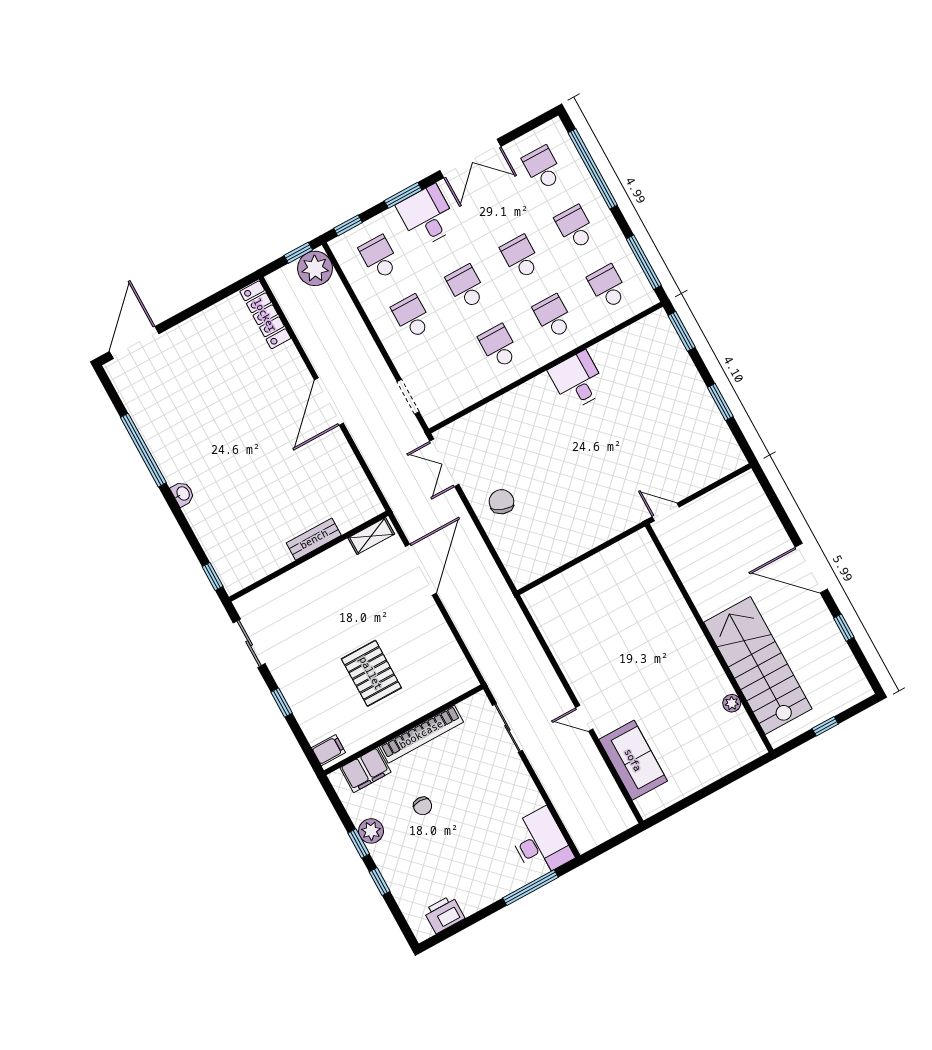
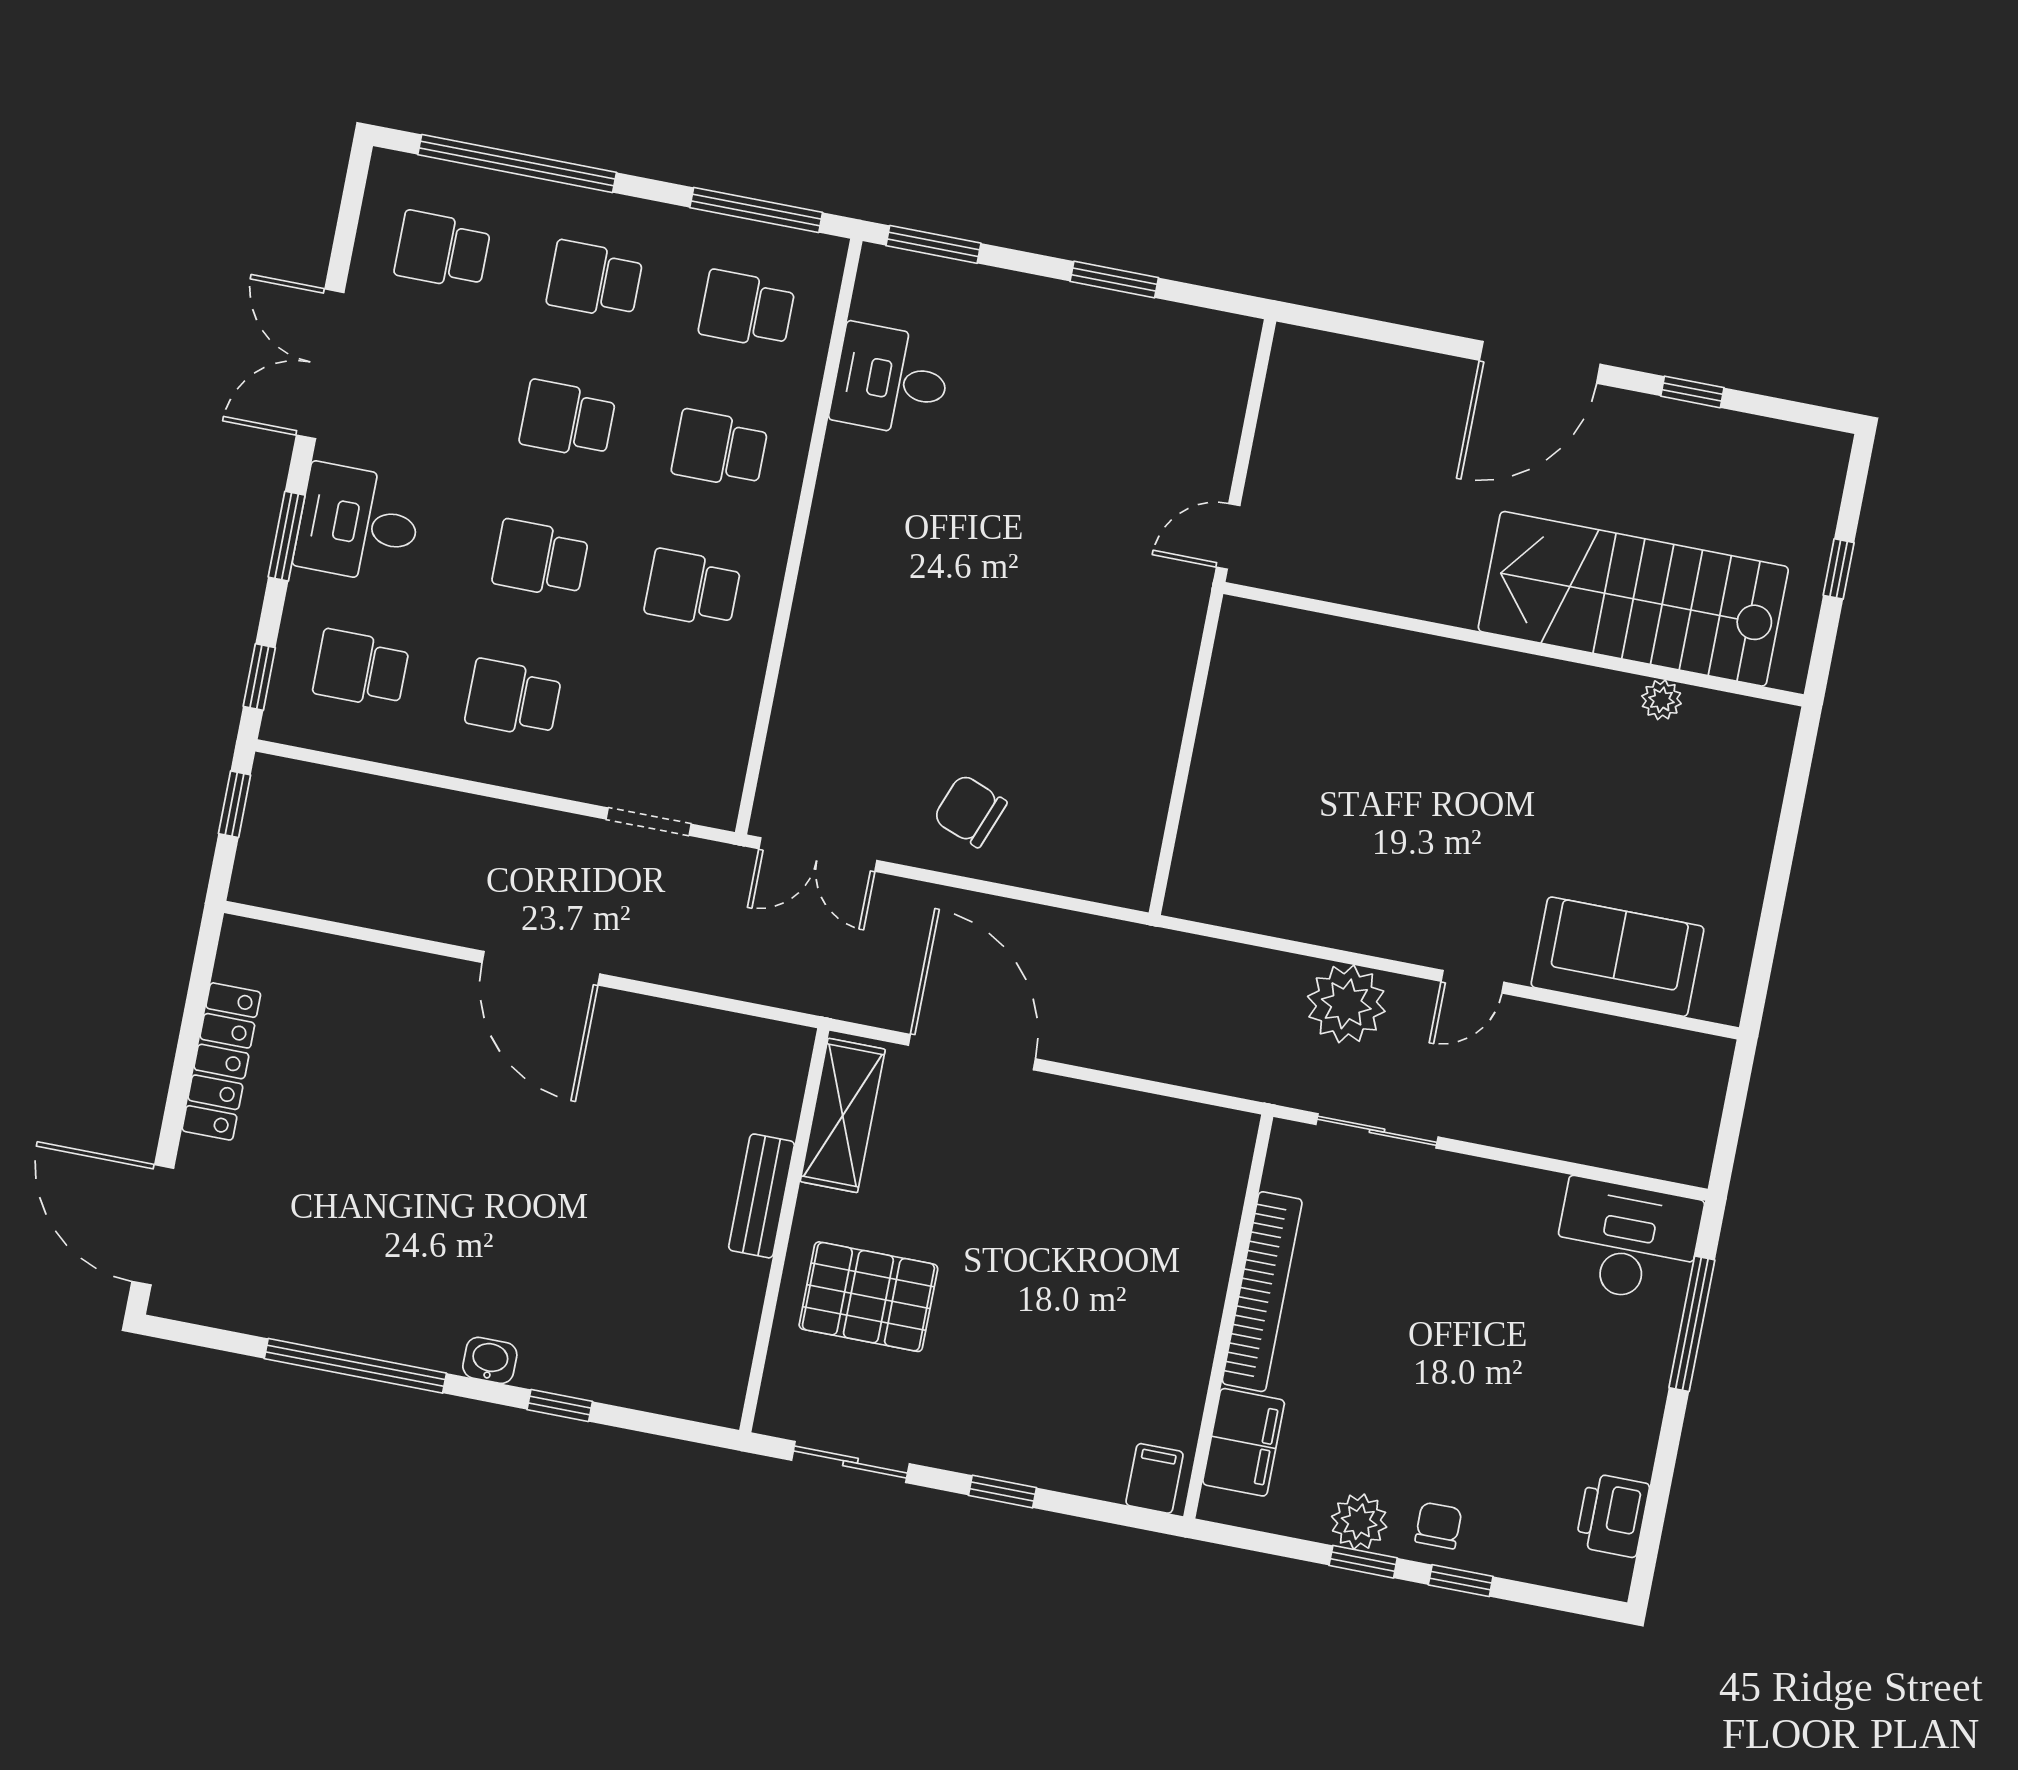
double door: (470, 159) -> (320, 364), swing flipped
plant: (315, 268) -> (1346, 1004), moved
locker: (265, 315) -> (221, 1061), moved, turned -90
desk: (578, 380) -> (891, 380), moved
shelving: (371, 536) -> (843, 1115), width x1.50, depth x1.33
window: (213, 577) -> (560, 1405), moved
pallet: (371, 673) -> (868, 1297), moved
chair: (423, 806) -> (1438, 1525), moved, turned -90

